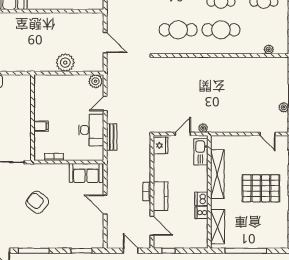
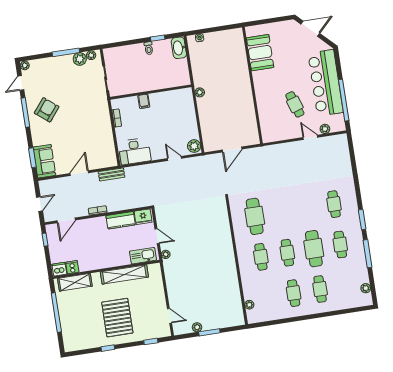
cafe table: (221, 30) -> (261, 257), width x0.73, depth x0.74
plant: (65, 63) -> (200, 92), moved, width x0.53, depth x0.53
desk: (91, 130) -> (135, 151), moved
door: (267, 134) -> (170, 316), swing flipped
bench: (112, 137) -> (111, 174), moved
sofa: (86, 173) -> (44, 161), moved, turned 180
kitchen counter: (161, 196) -> (121, 220), moved
dishwasher: (201, 199) -> (59, 269), moved
armchair: (37, 202) -> (47, 110), moved
cooker: (201, 213) -> (72, 267), moved

